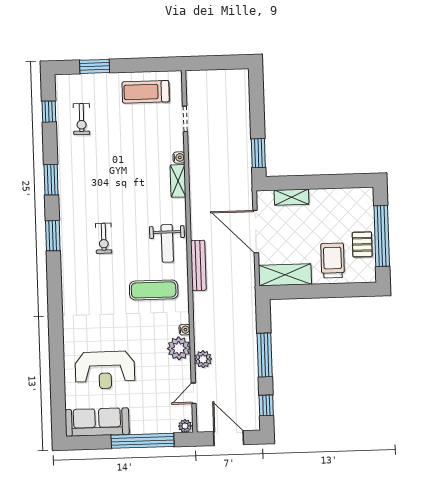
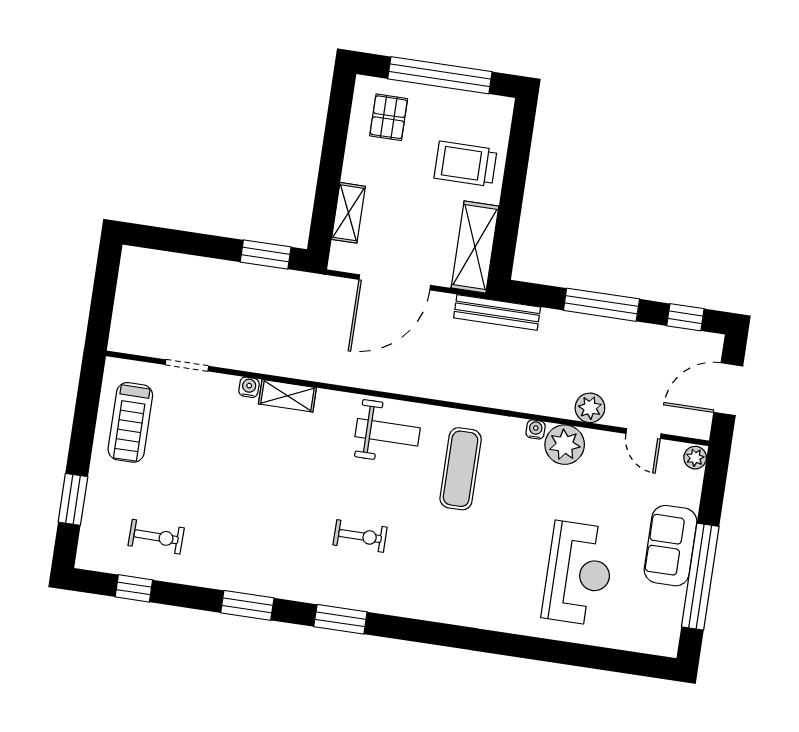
pallet: (362, 244) -> (389, 117), moved, turned 90
bench: (198, 265) -> (497, 312), moved
sofa: (97, 422) -> (671, 546), moved, width x0.73
window: (143, 441) -> (700, 577), moved

